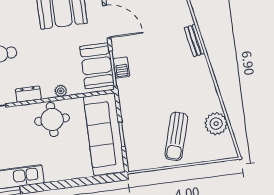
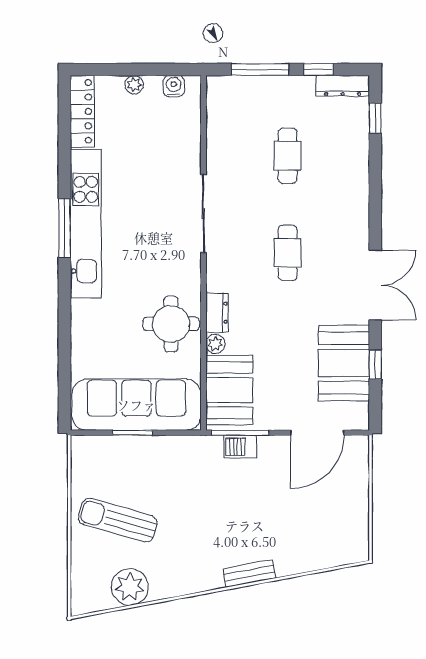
bench: (194, 40) -> (249, 573), moved
booth: (97, 66) -> (229, 390), moved, turned 90
dresser: (28, 94) -> (217, 313), moved

